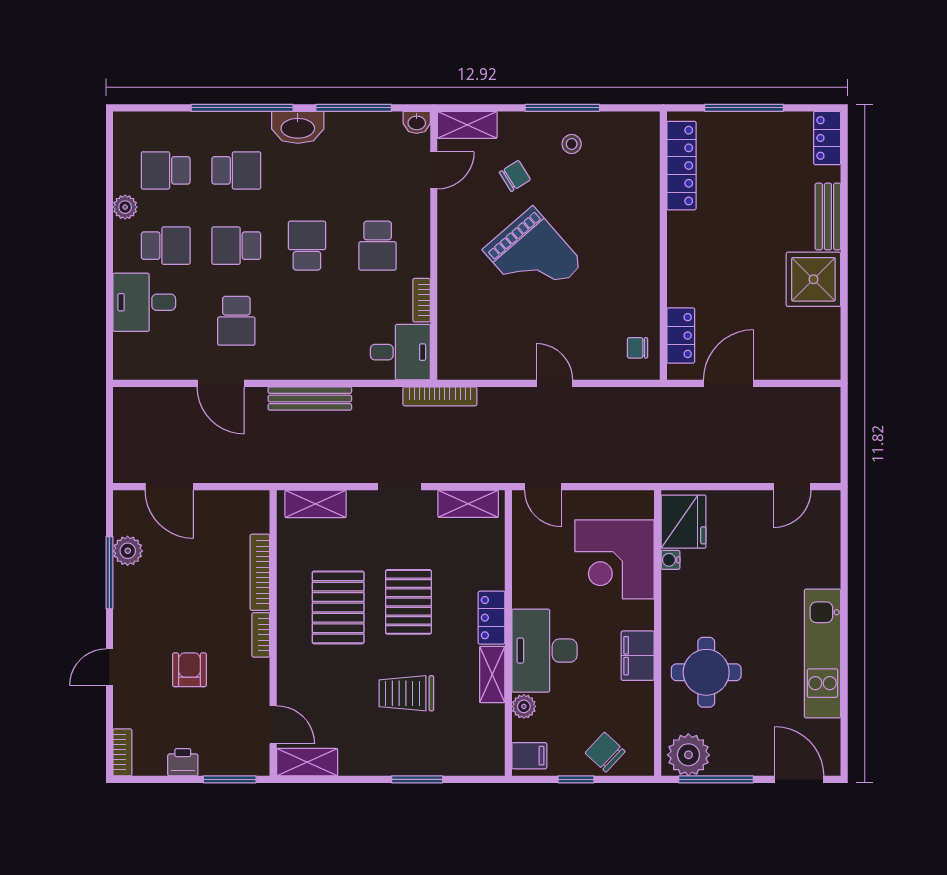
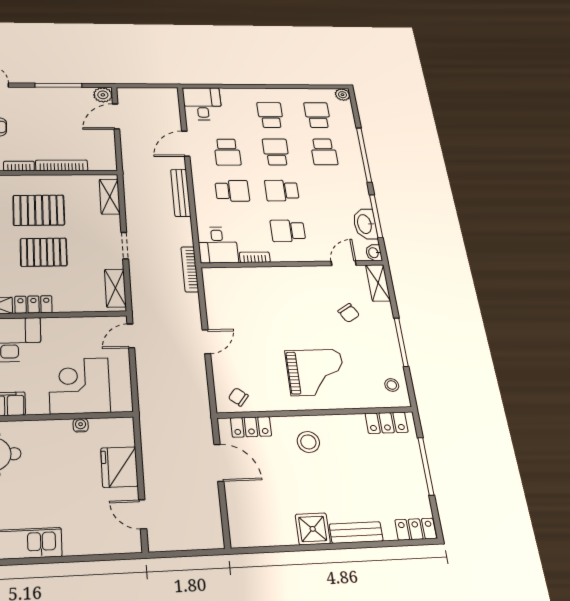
washbasin: (298, 127) -> (365, 224), moved
stool: (572, 144) -> (392, 385), moved
locker: (681, 166) -> (387, 423), width x0.66
door: (434, 170) -> (344, 263), swing flipped
plant: (125, 207) -> (342, 95), moved
school desk: (166, 246) -> (270, 115), turned 180
school desk: (307, 246) -> (282, 191), turned 180
grand piano: (533, 257) -> (316, 372), moved, turned -139
stool: (704, 261) -> (308, 442), added
shower: (813, 279) -> (313, 529), width x0.73, depth x0.73
desk: (144, 302) -> (202, 104), moved
school desk: (236, 321) -> (227, 152), turned -90
school desk: (307, 321) -> (232, 191), added
chair: (637, 348) -> (238, 397), turned -52
fridge: (683, 522) -> (119, 467), moved, turned 90
plant: (128, 551) -> (103, 95), moved

